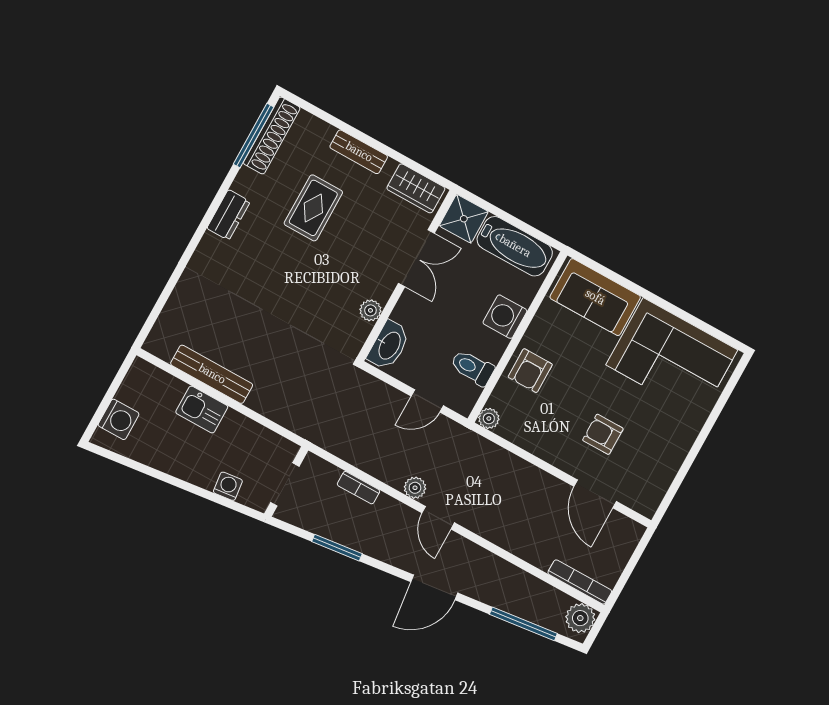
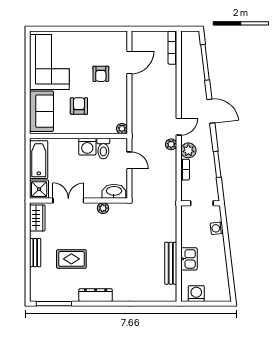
shoe rack: (272, 135) -> (49, 295), removed
dresser: (229, 215) -> (96, 295), width x1.44
washing machine: (505, 317) -> (87, 147), moved
armchair: (530, 371) -> (79, 106), moved, turned -90
washing machine: (119, 419) -> (196, 294), moved
plant: (580, 618) -> (188, 150), moved

